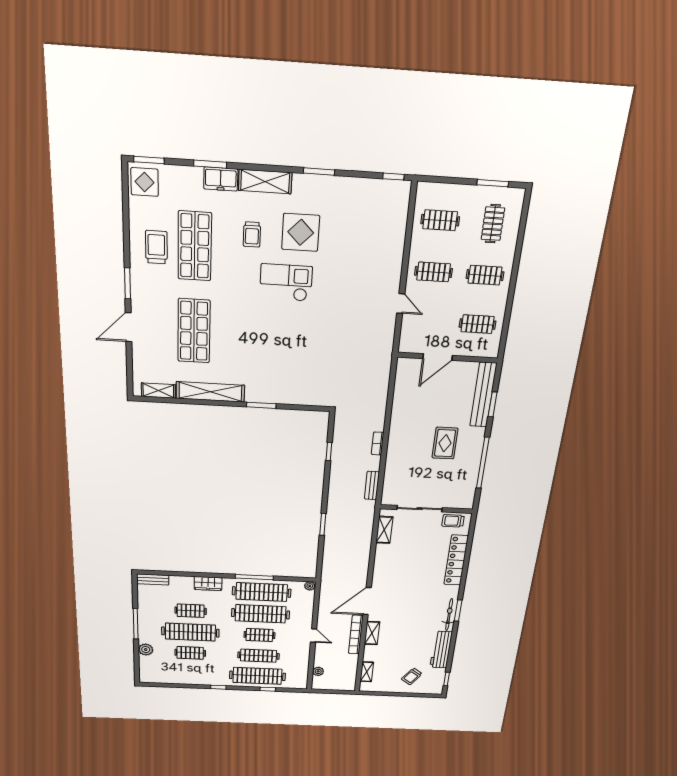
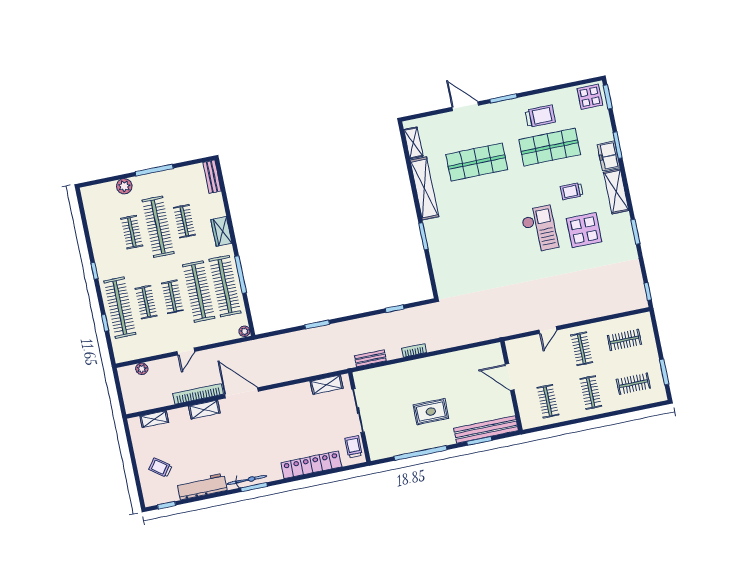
clothes rail: (440, 220) -> (624, 340), turned 90
clothes rail: (258, 656) -> (146, 302), width x0.73

